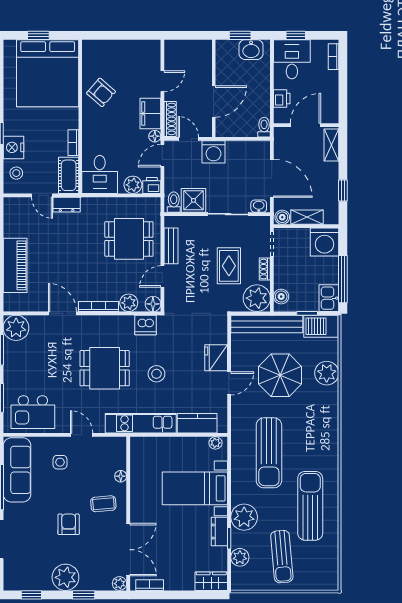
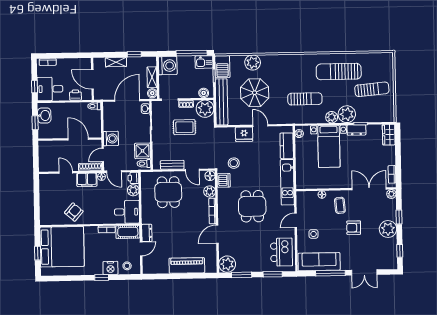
shelving: (331, 145) -> (116, 62), moved
stool: (156, 374) -> (234, 163), moved
sun lounger: (269, 453) -> (305, 99), width x0.73, depth x0.75
plant: (240, 557) -> (332, 117), moved

